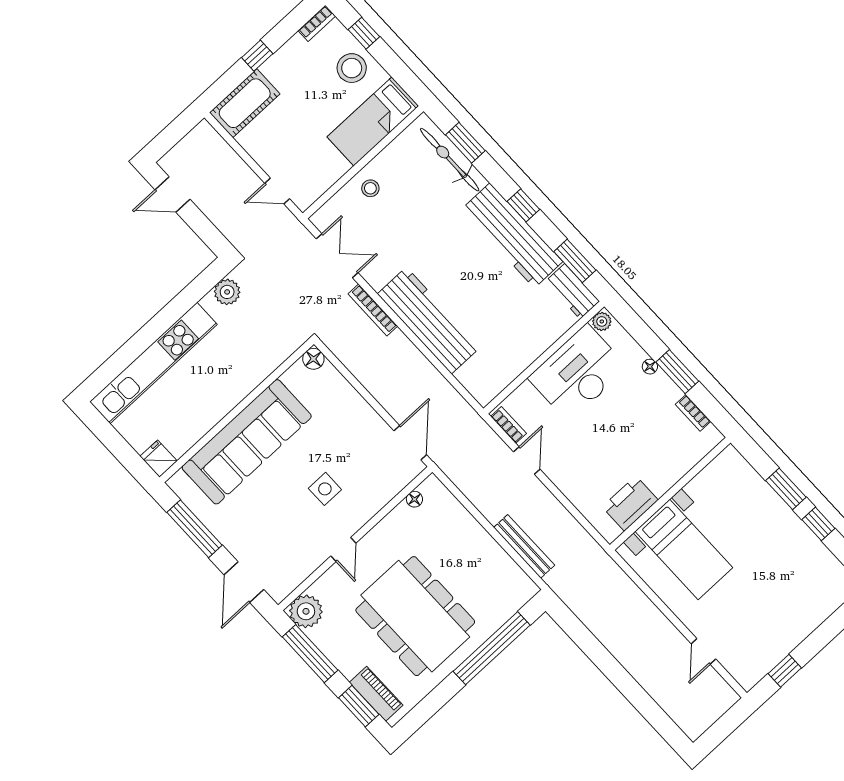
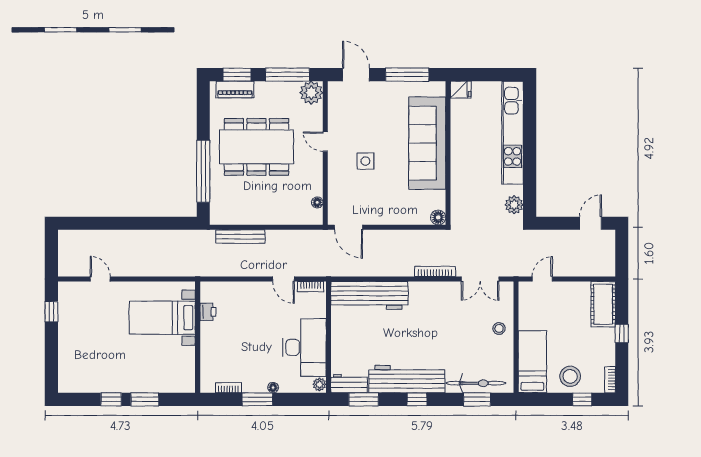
workbench: (429, 320) -> (369, 295), moved
printer: (630, 503) -> (208, 312), width x0.53, depth x0.68

